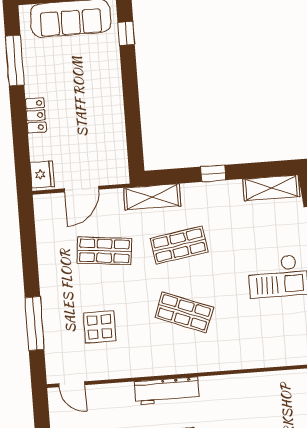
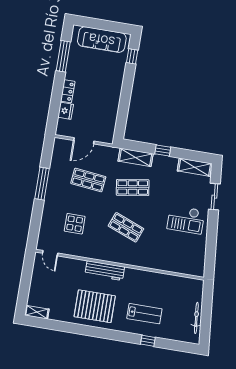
fridge: (42, 174) -> (66, 111), moved
shelving: (152, 197) -> (136, 157), moved
window: (34, 323) -> (42, 184), moved

